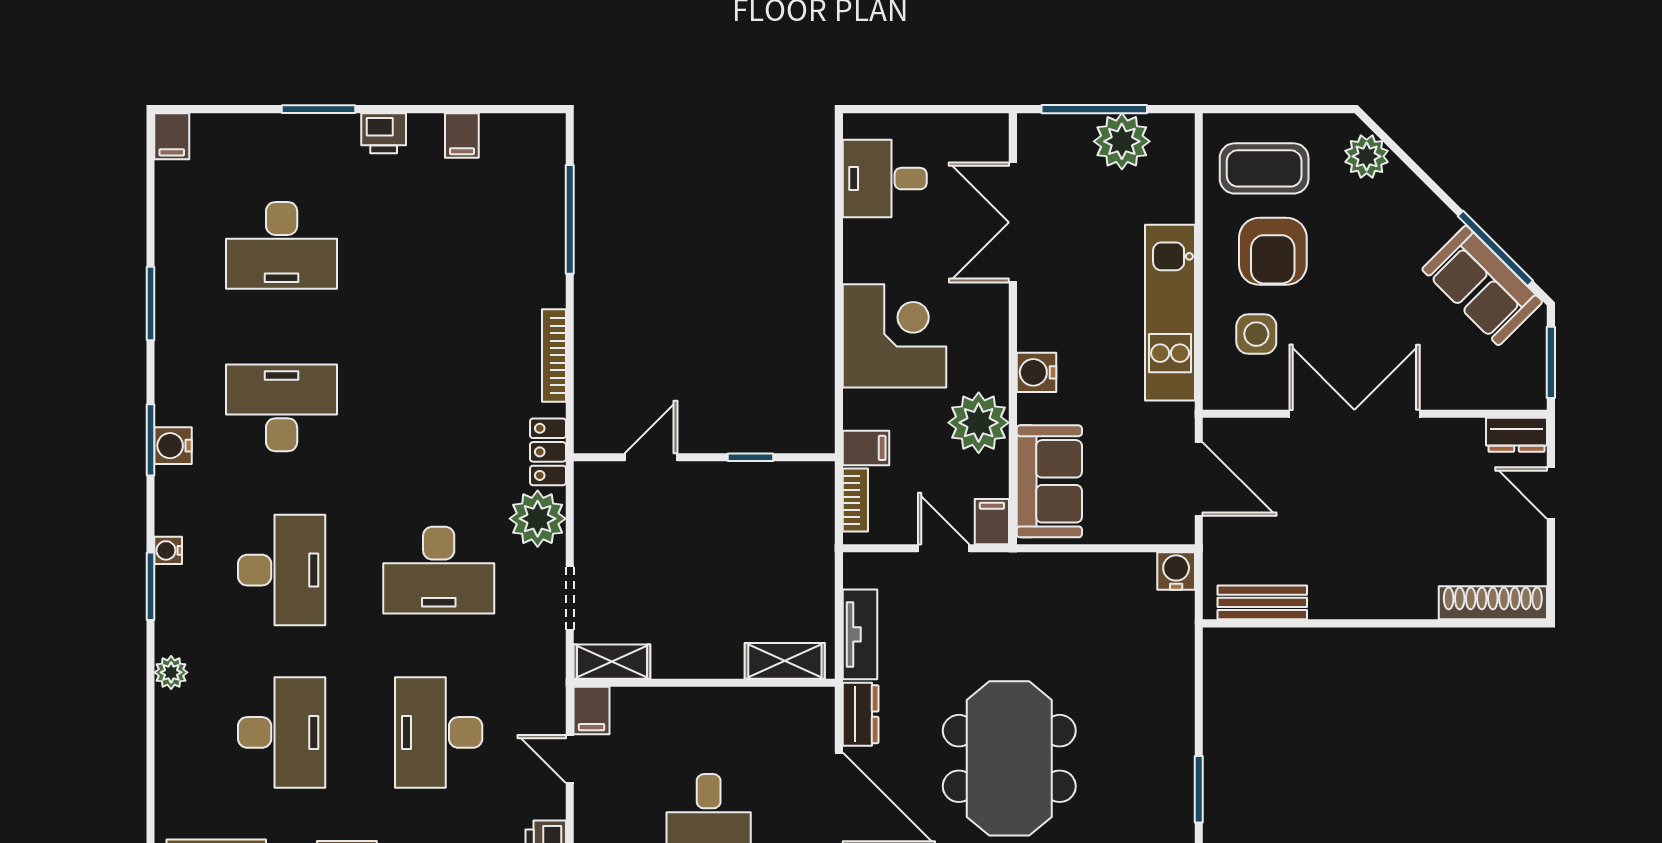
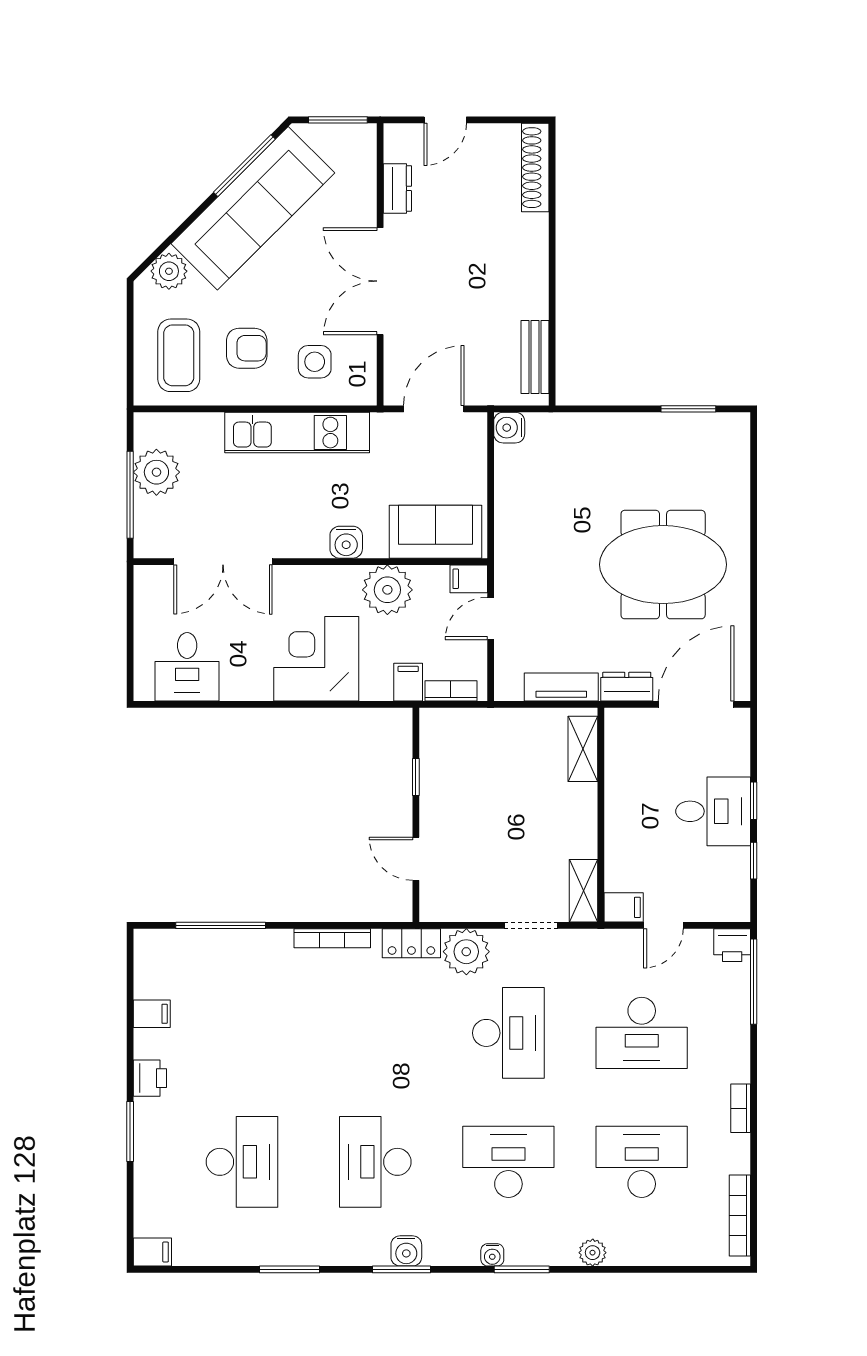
armchair: (1273, 251) -> (247, 348), width x0.72, depth x0.72
sofa: (1482, 285) -> (253, 208), width x1.85, depth x1.27
dresser: (1517, 435) -> (397, 188), moved

